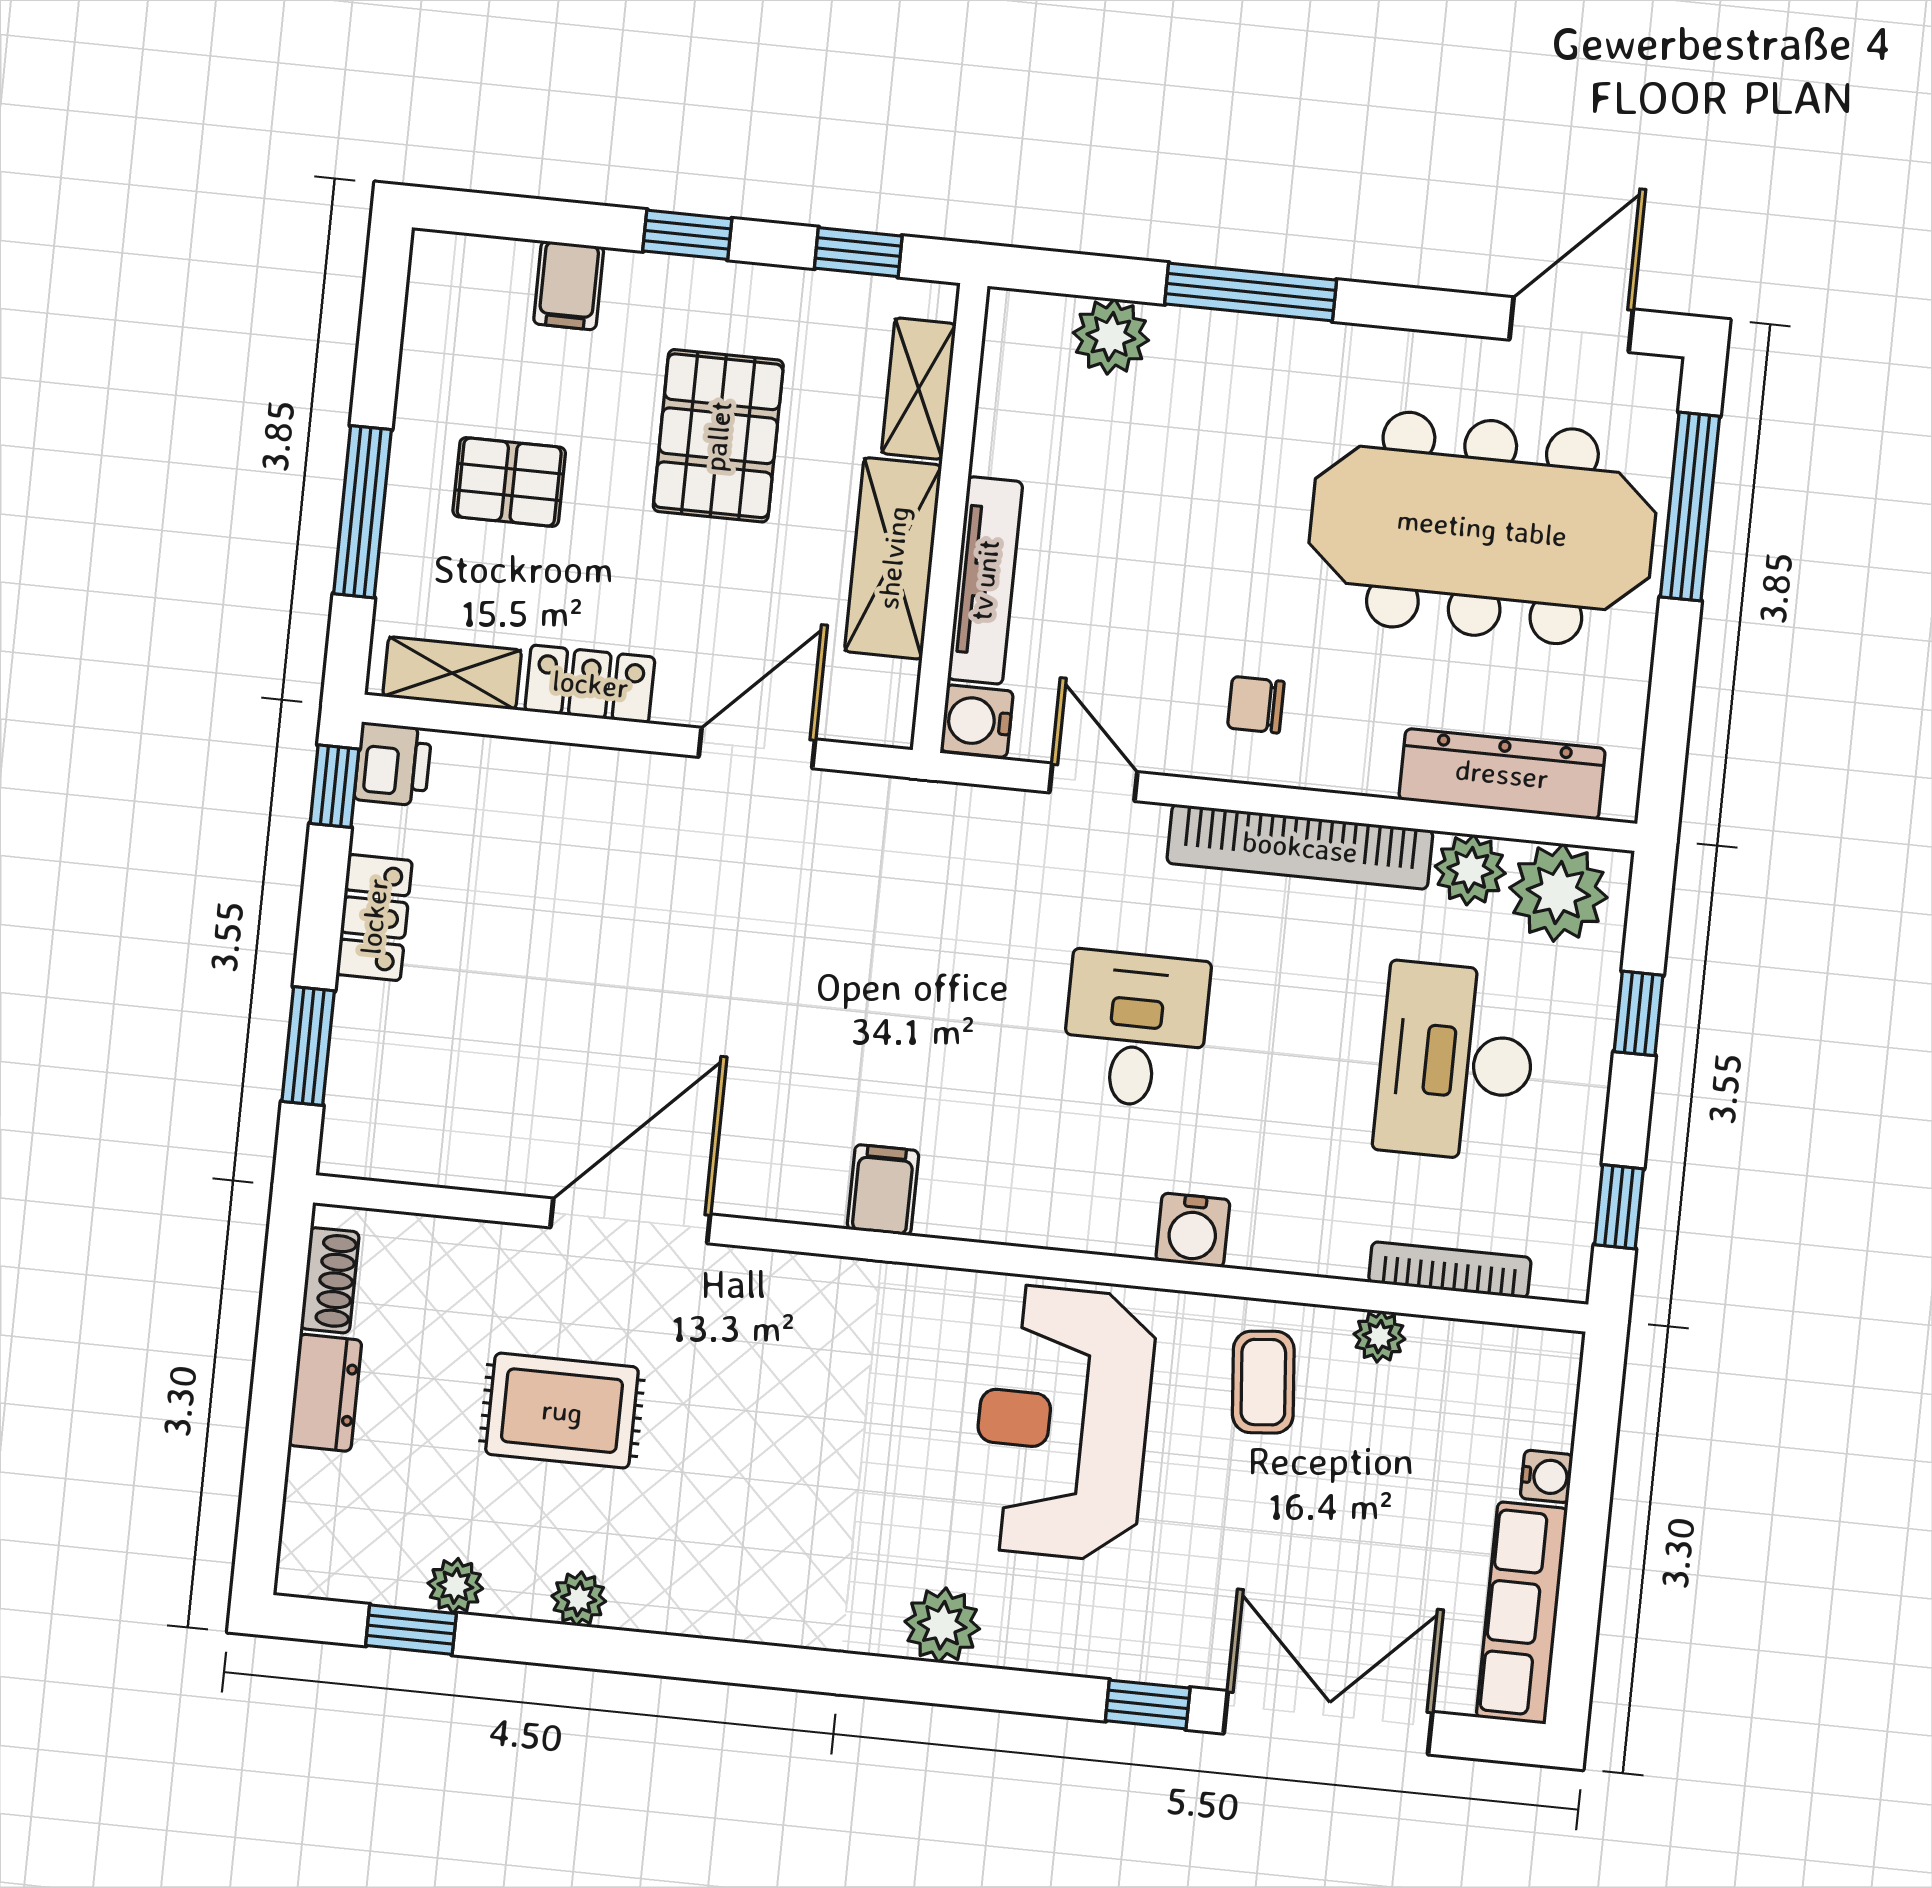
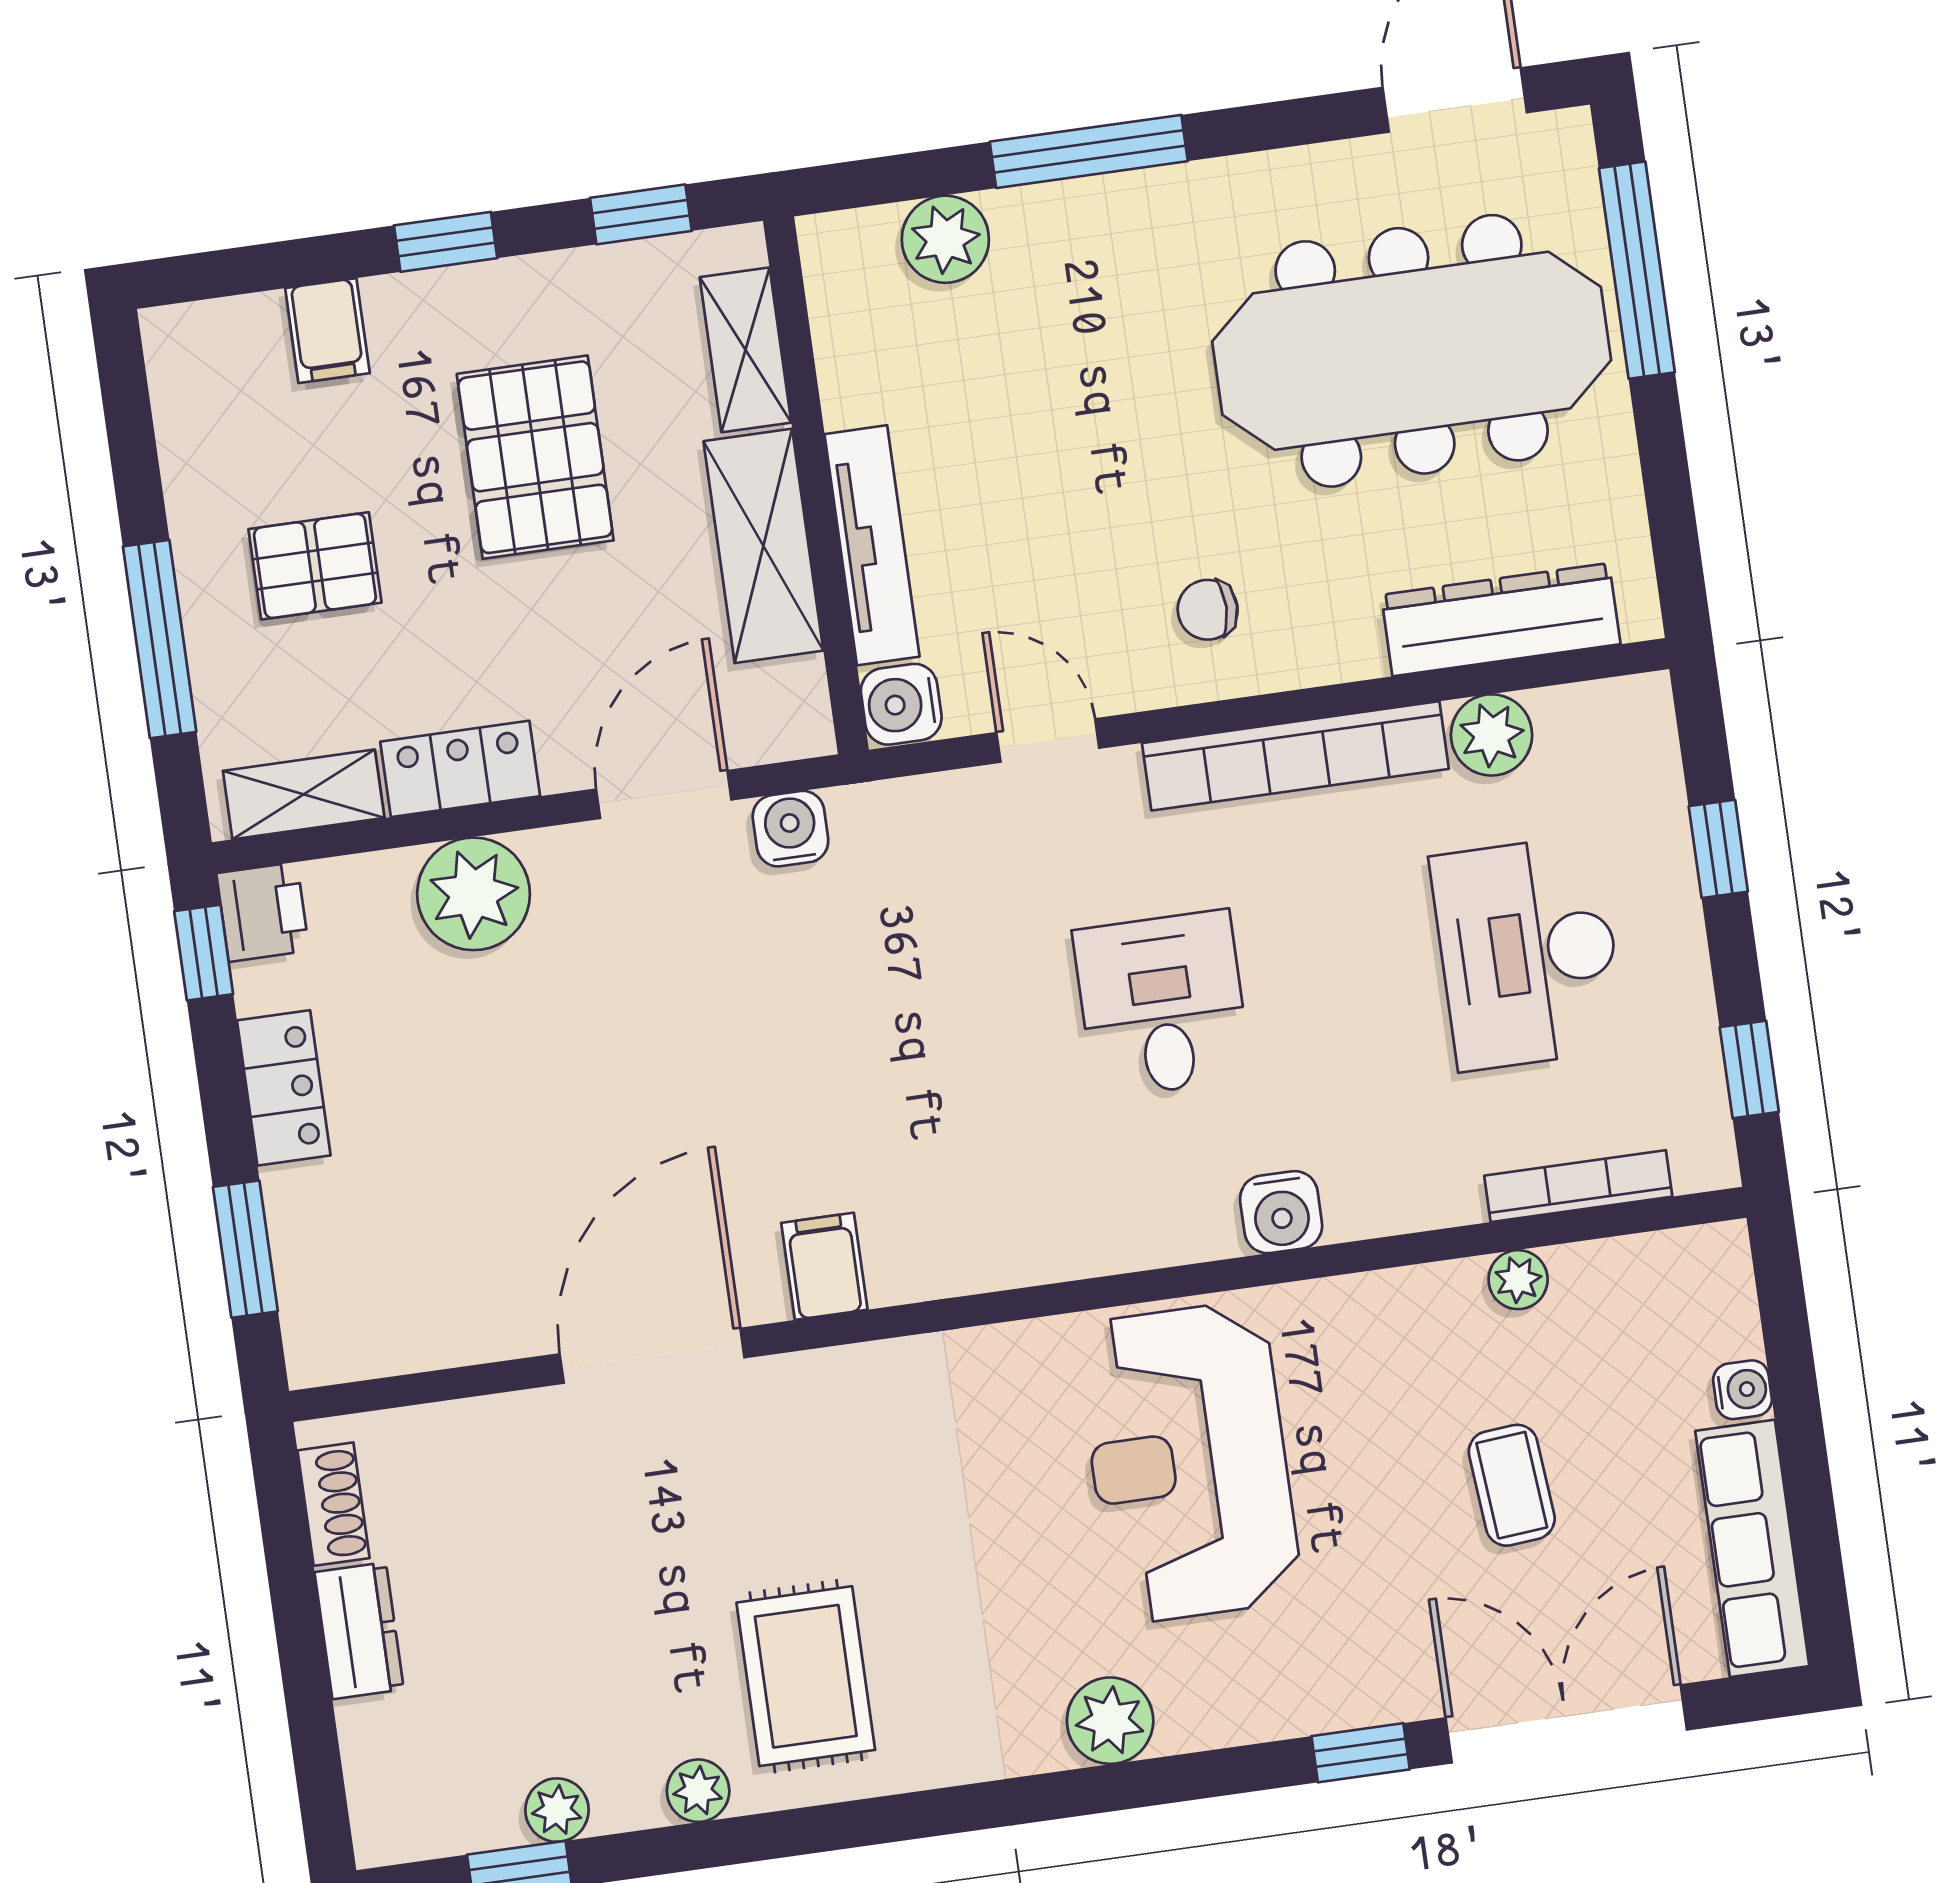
water cooler: (857, 803) -> (790, 829), added
plant: (1558, 893) -> (474, 894), moved
filing cabinet: (883, 1190) -> (824, 1266), moved
coffee table: (1263, 1382) -> (1512, 1485), moved
rug: (562, 1411) -> (806, 1676), moved, turned 90

